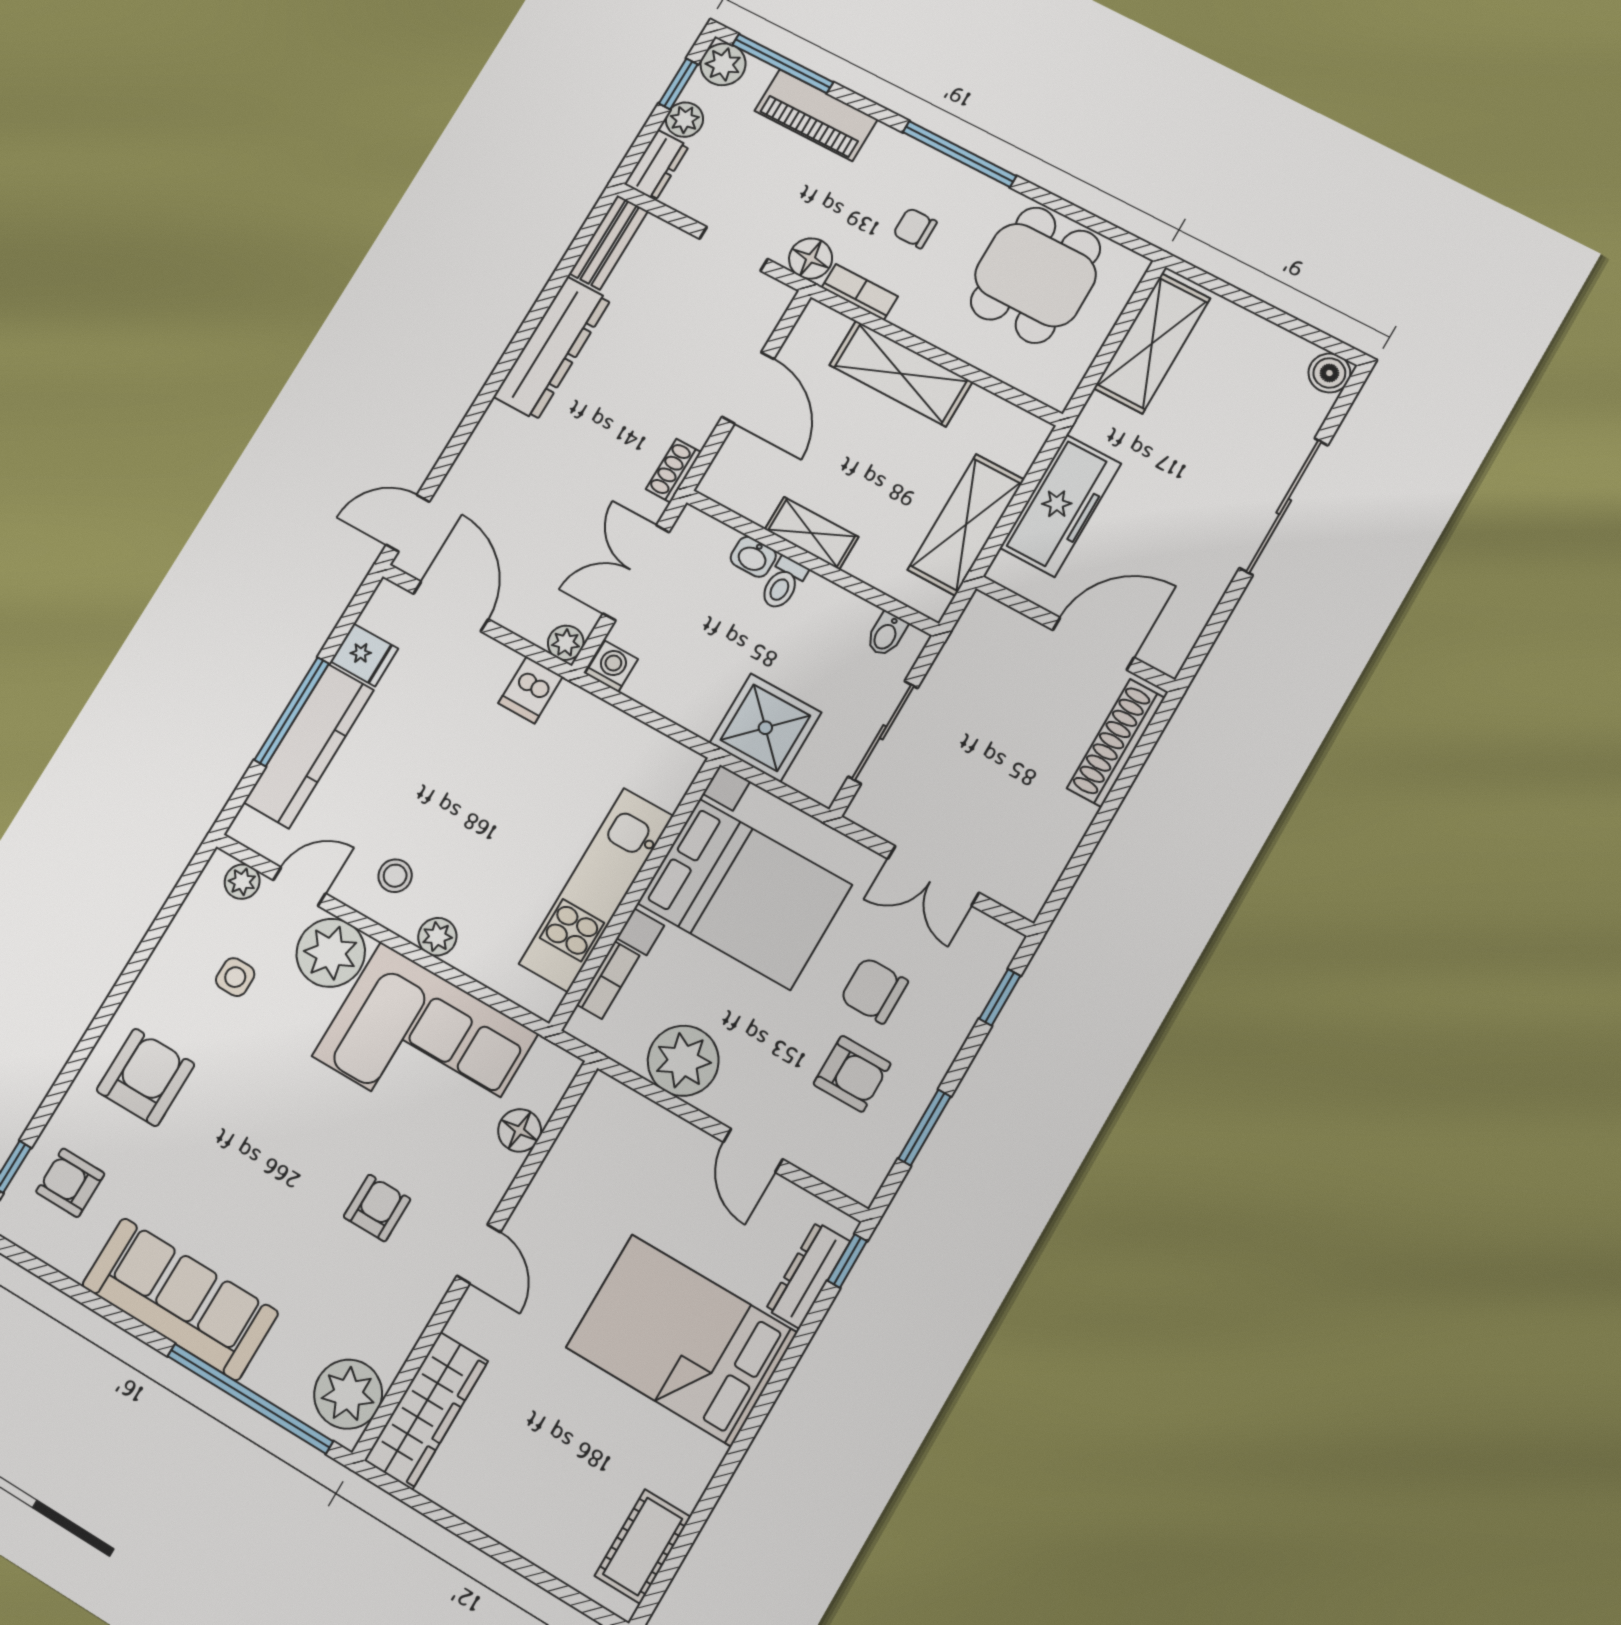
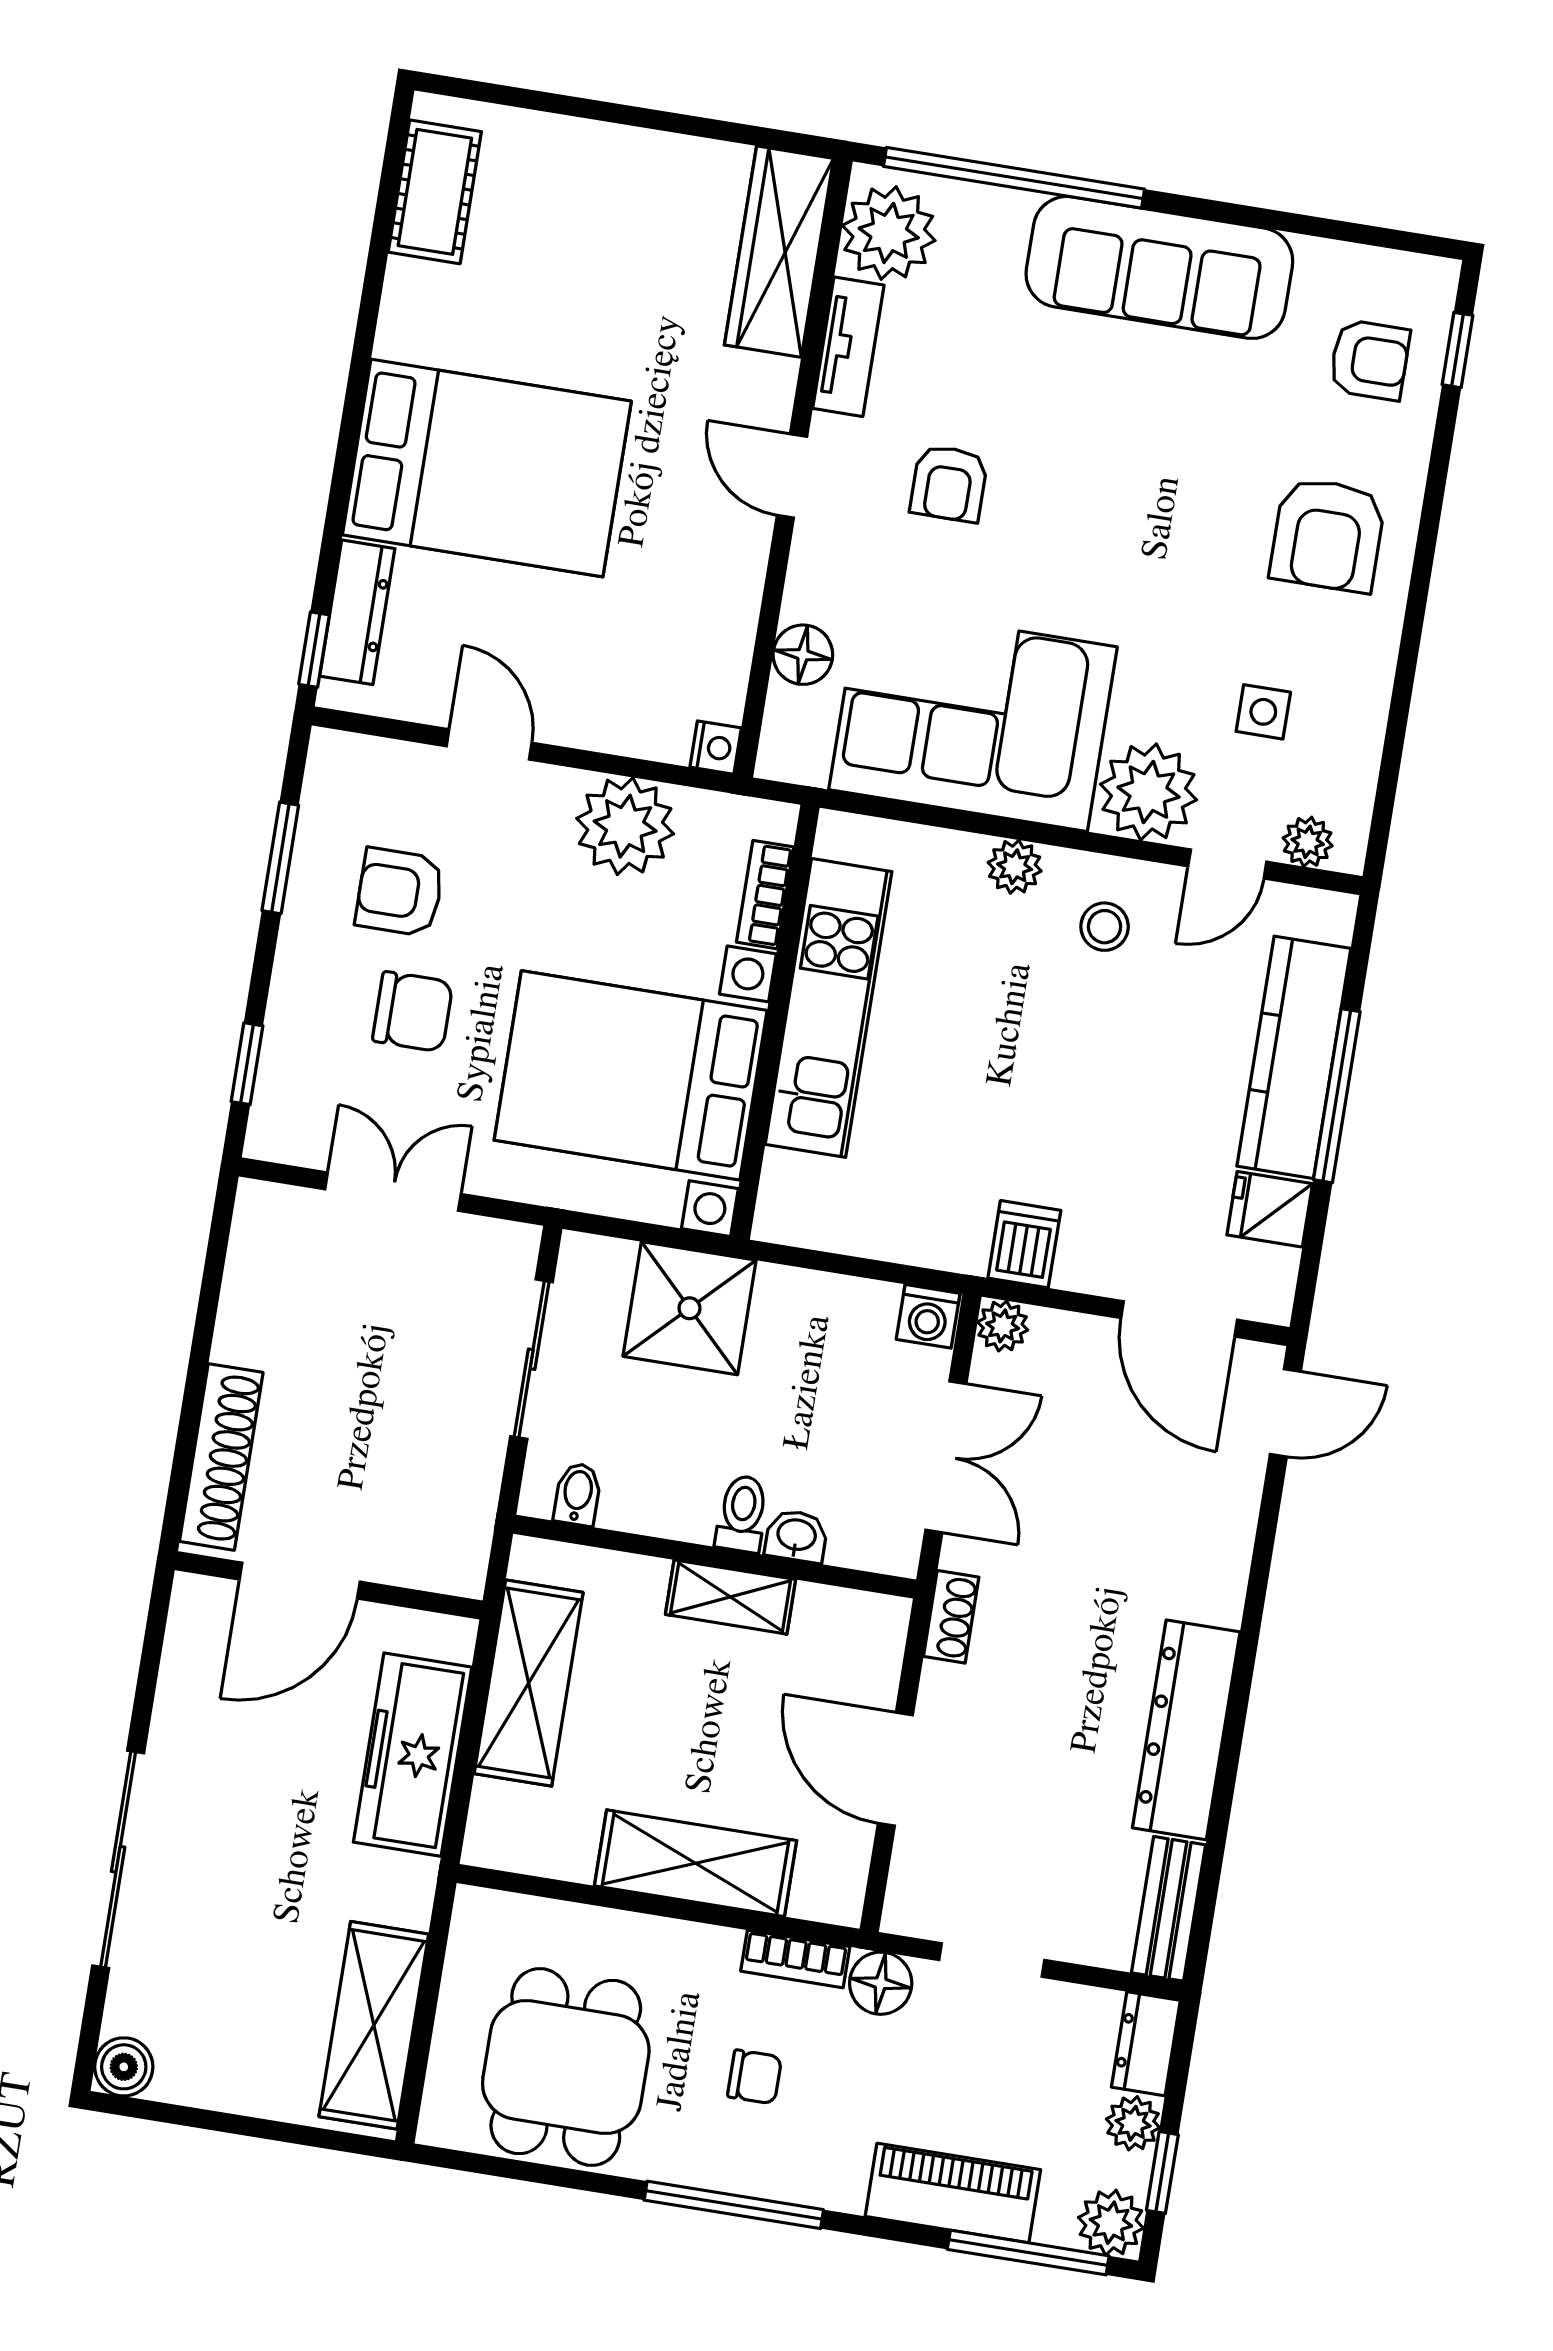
nightstand: (602, 1090) -> (716, 748), added
tv unit: (406, 1327) -> (848, 347), added

